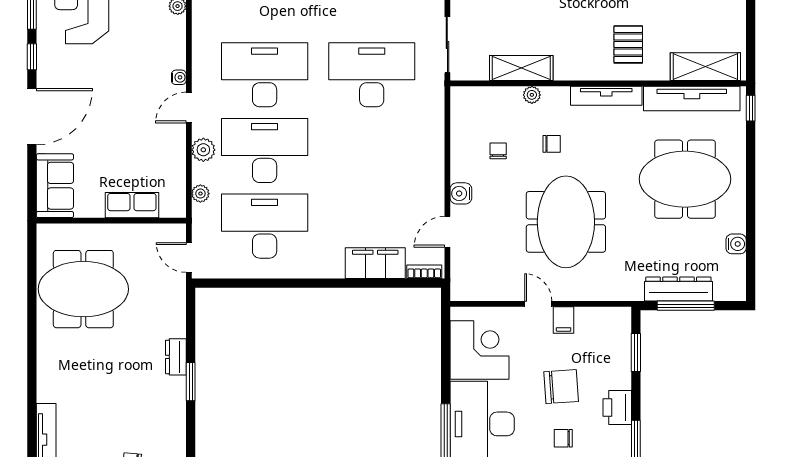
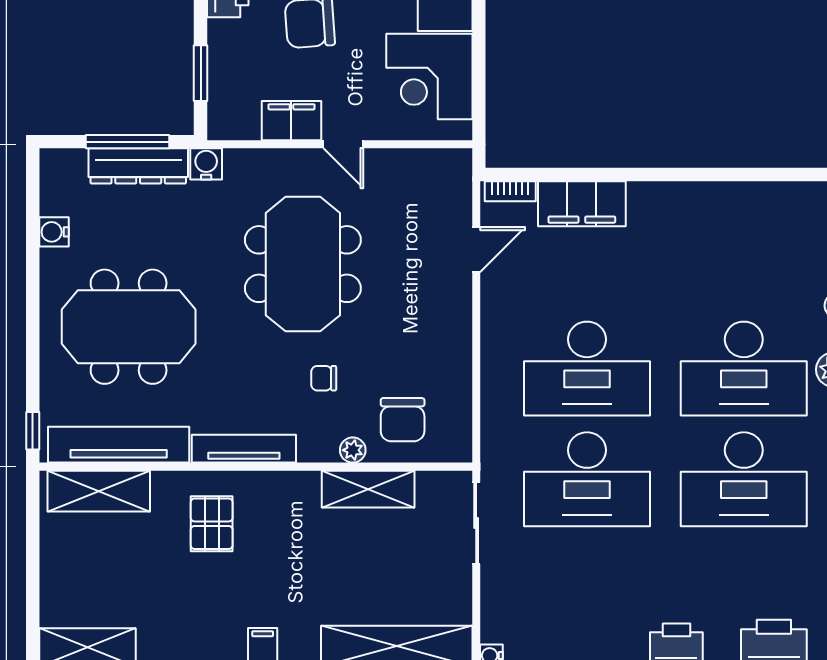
chair: (498, 151) -> (403, 420), moved, width x1.87, depth x1.87
water cooler: (461, 193) -> (206, 164), moved, turned -90
desk: (265, 226) -> (587, 369), moved
filing cabinet: (564, 320) -> (291, 121), width x2.00

